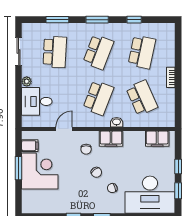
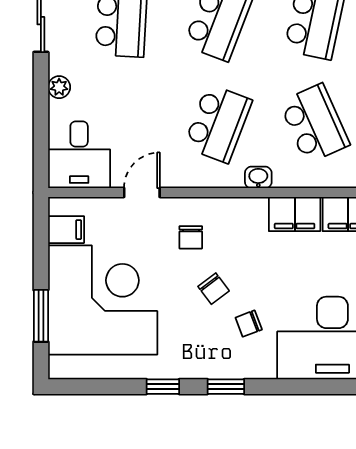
desk: (37, 101) -> (79, 155), moved, turned -90
filing cabinet: (111, 139) -> (295, 214), moved
window: (19, 168) -> (41, 316), moved
corner desk: (40, 171) -> (103, 300), width x1.36, depth x1.36

